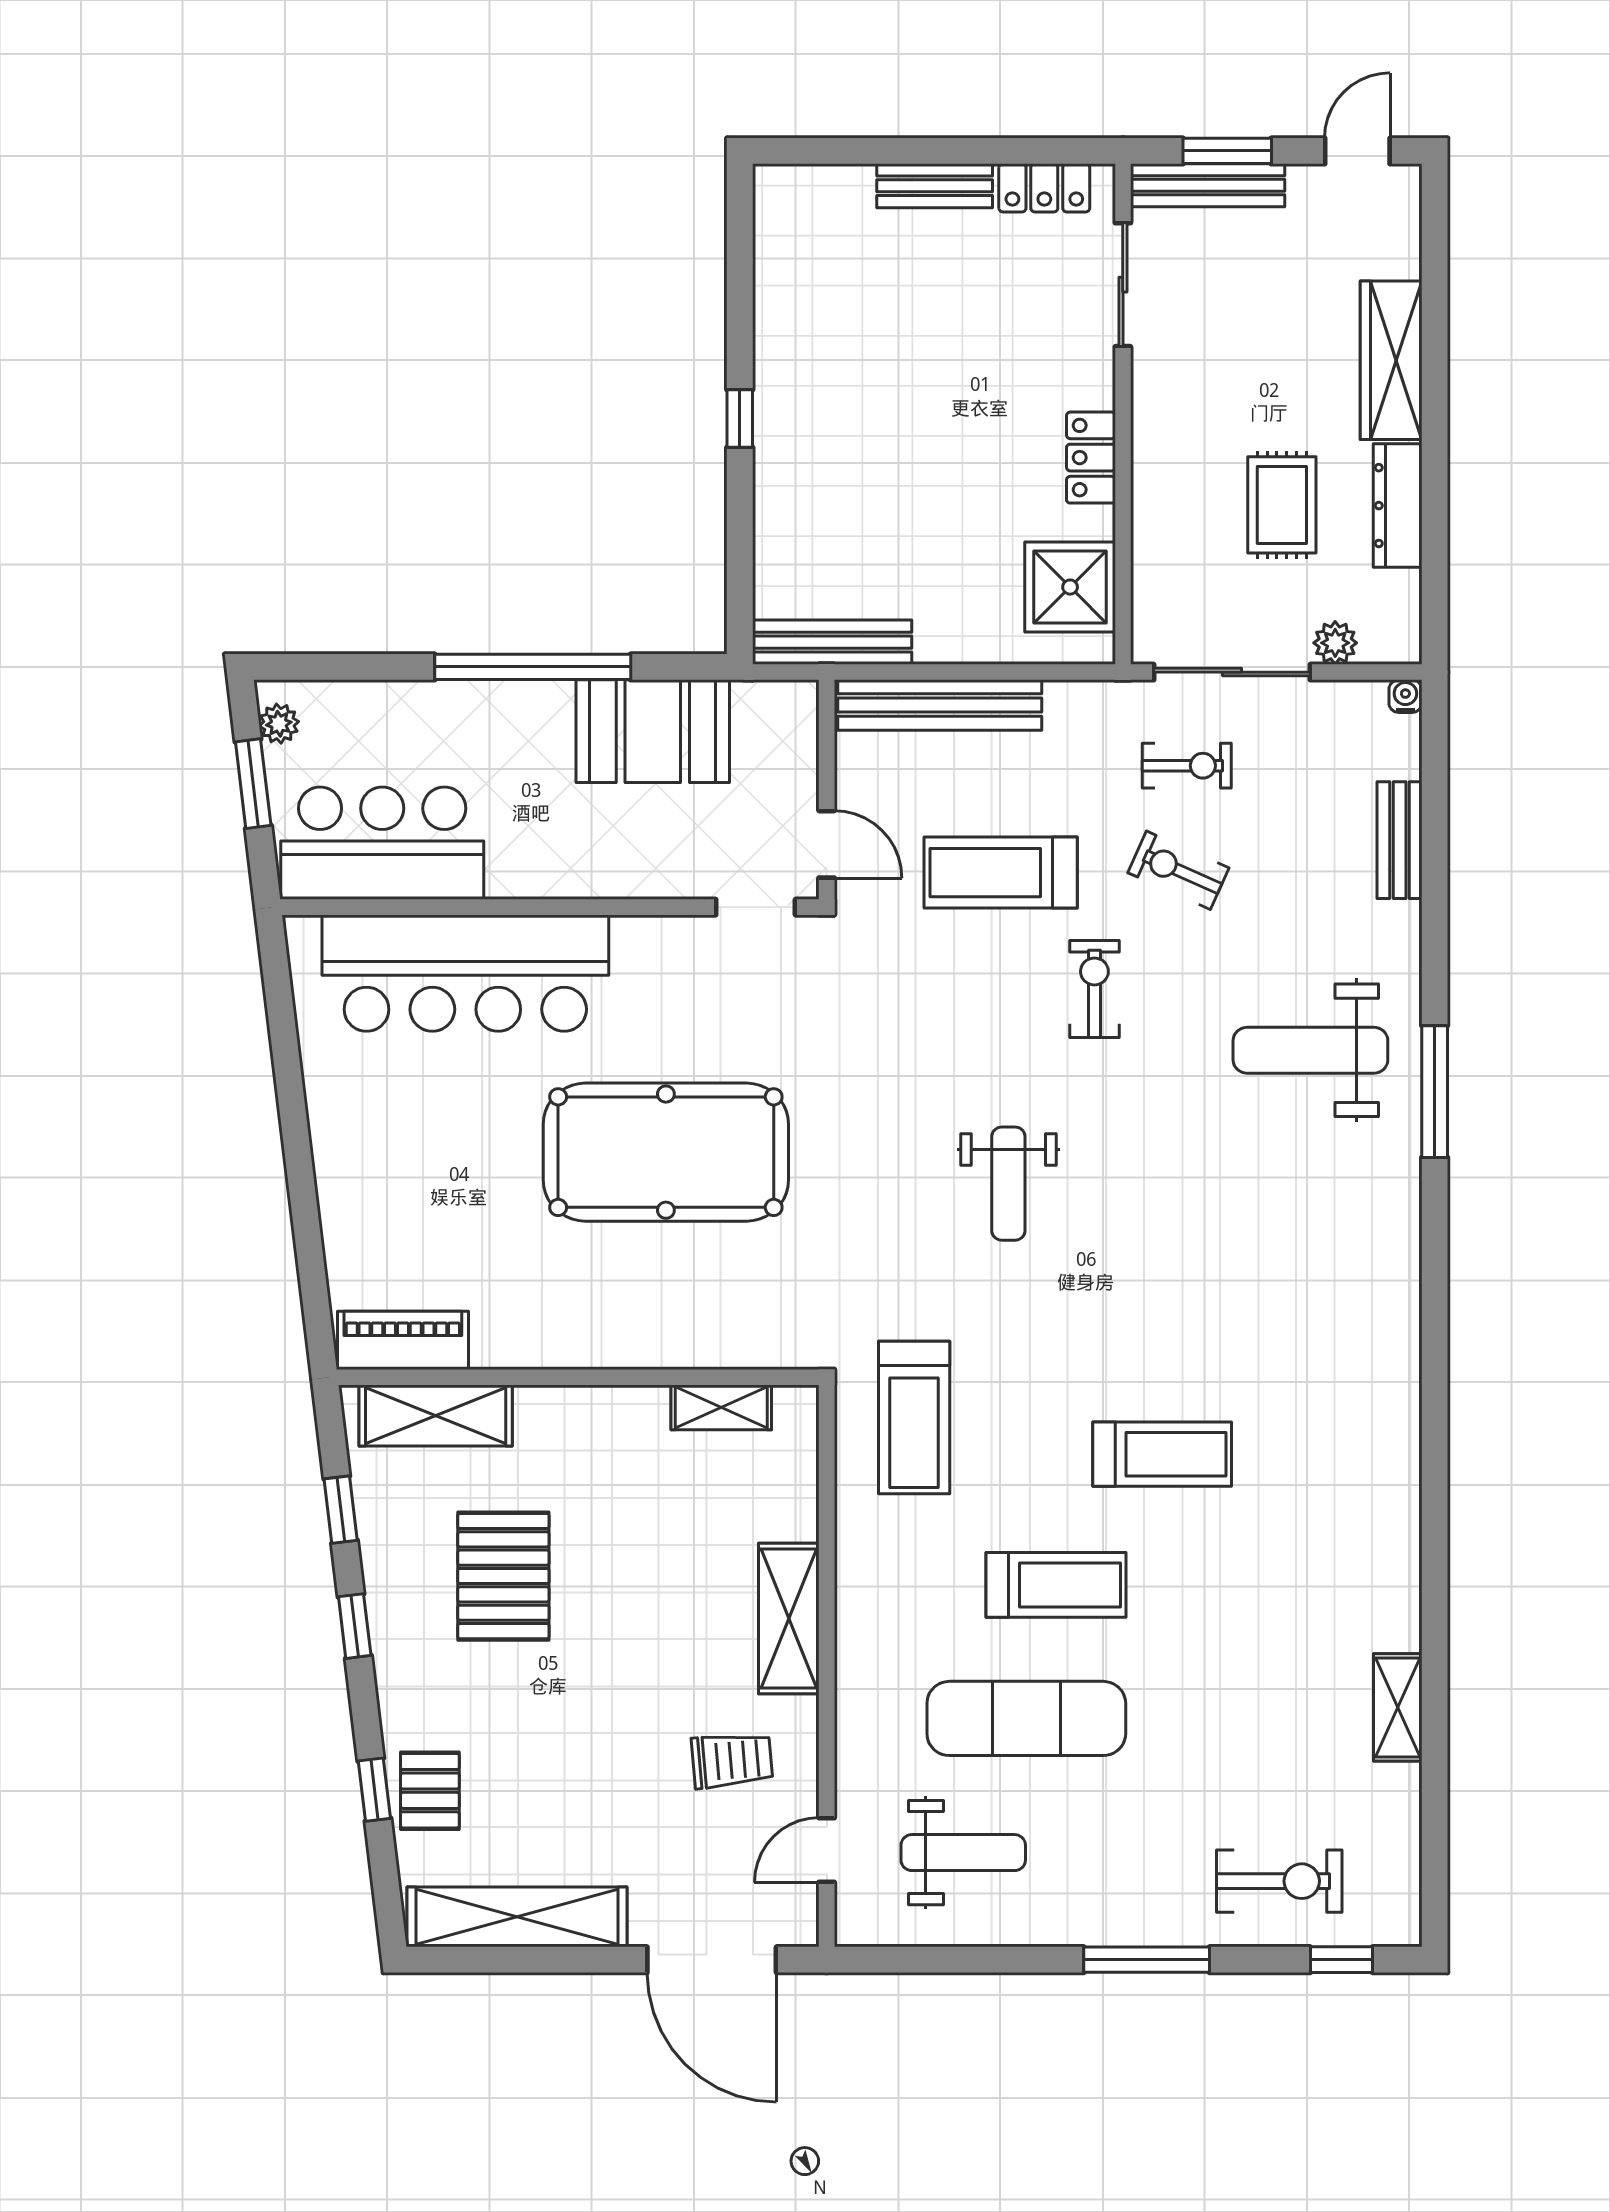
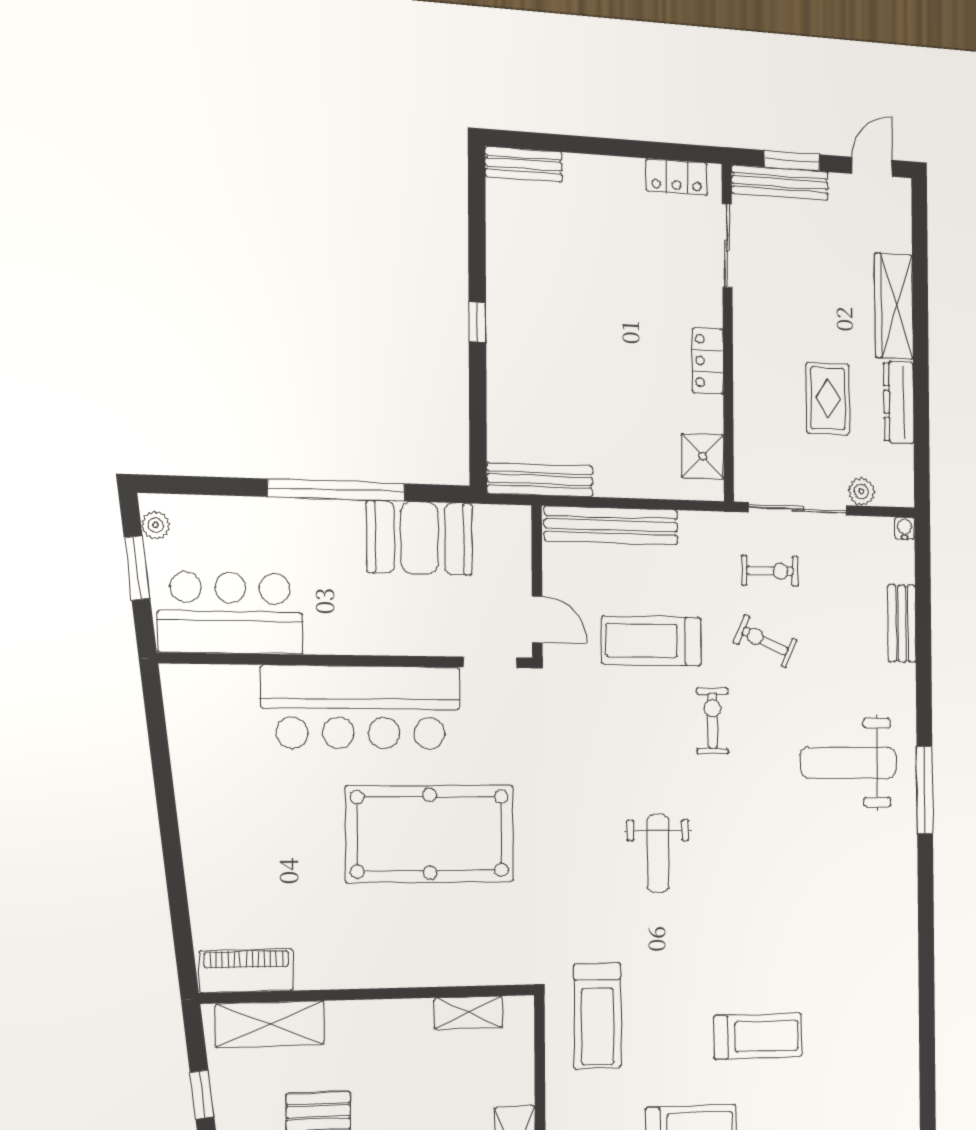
bench: (935, 186) -> (524, 164), moved
shower: (1070, 587) -> (703, 456), width x0.73, depth x0.73
bar counter: (465, 973) -> (361, 707), moved

